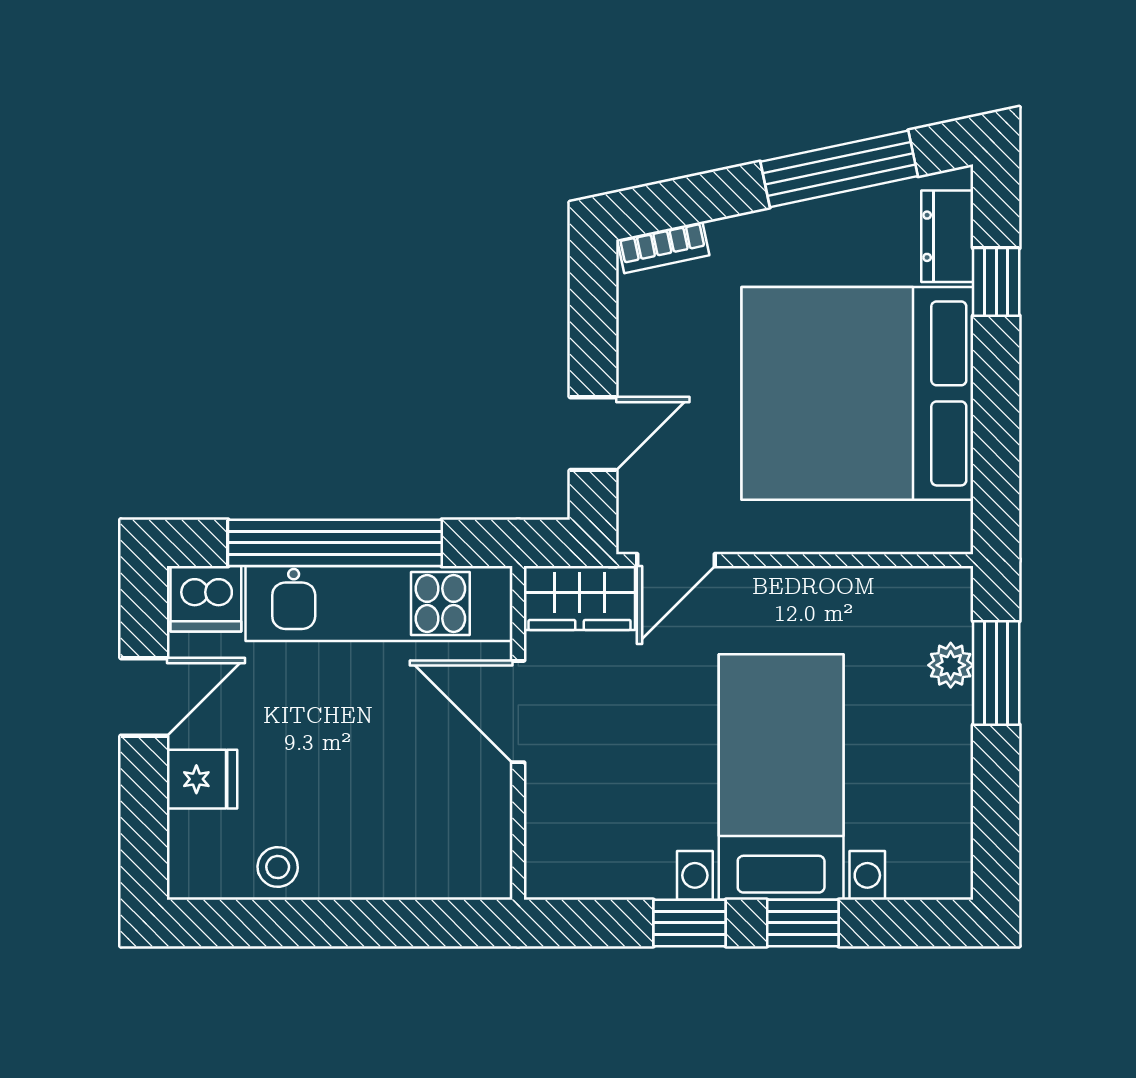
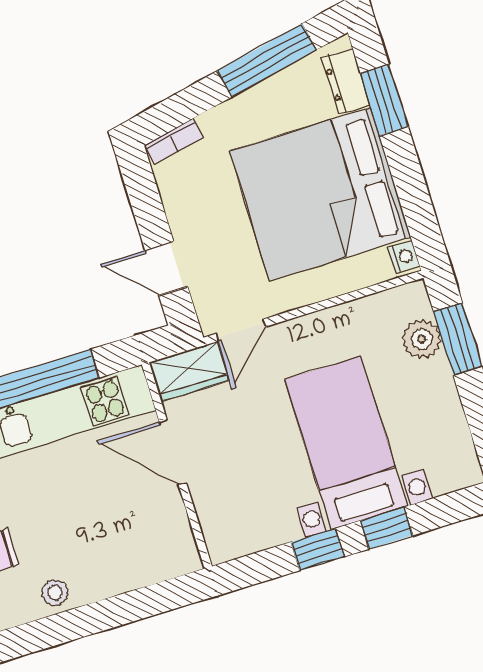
window: (996, 282) -> (384, 100), width x1.50
door: (593, 434) -> (166, 268), swing flipped
nightstand: (954, 525) -> (404, 257), added
plant: (951, 665) -> (422, 339), width x1.38, depth x1.38

